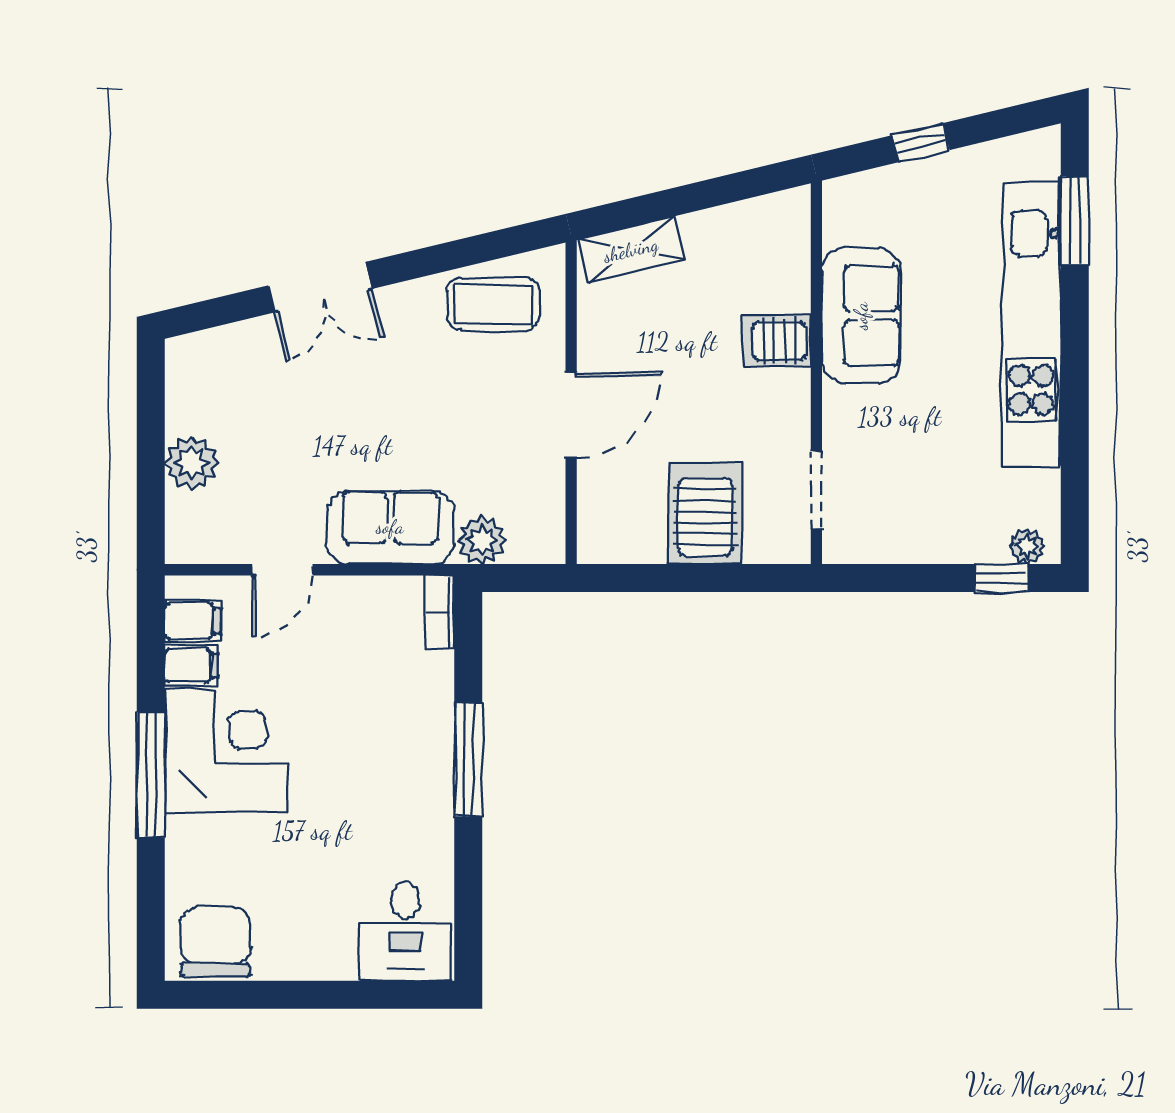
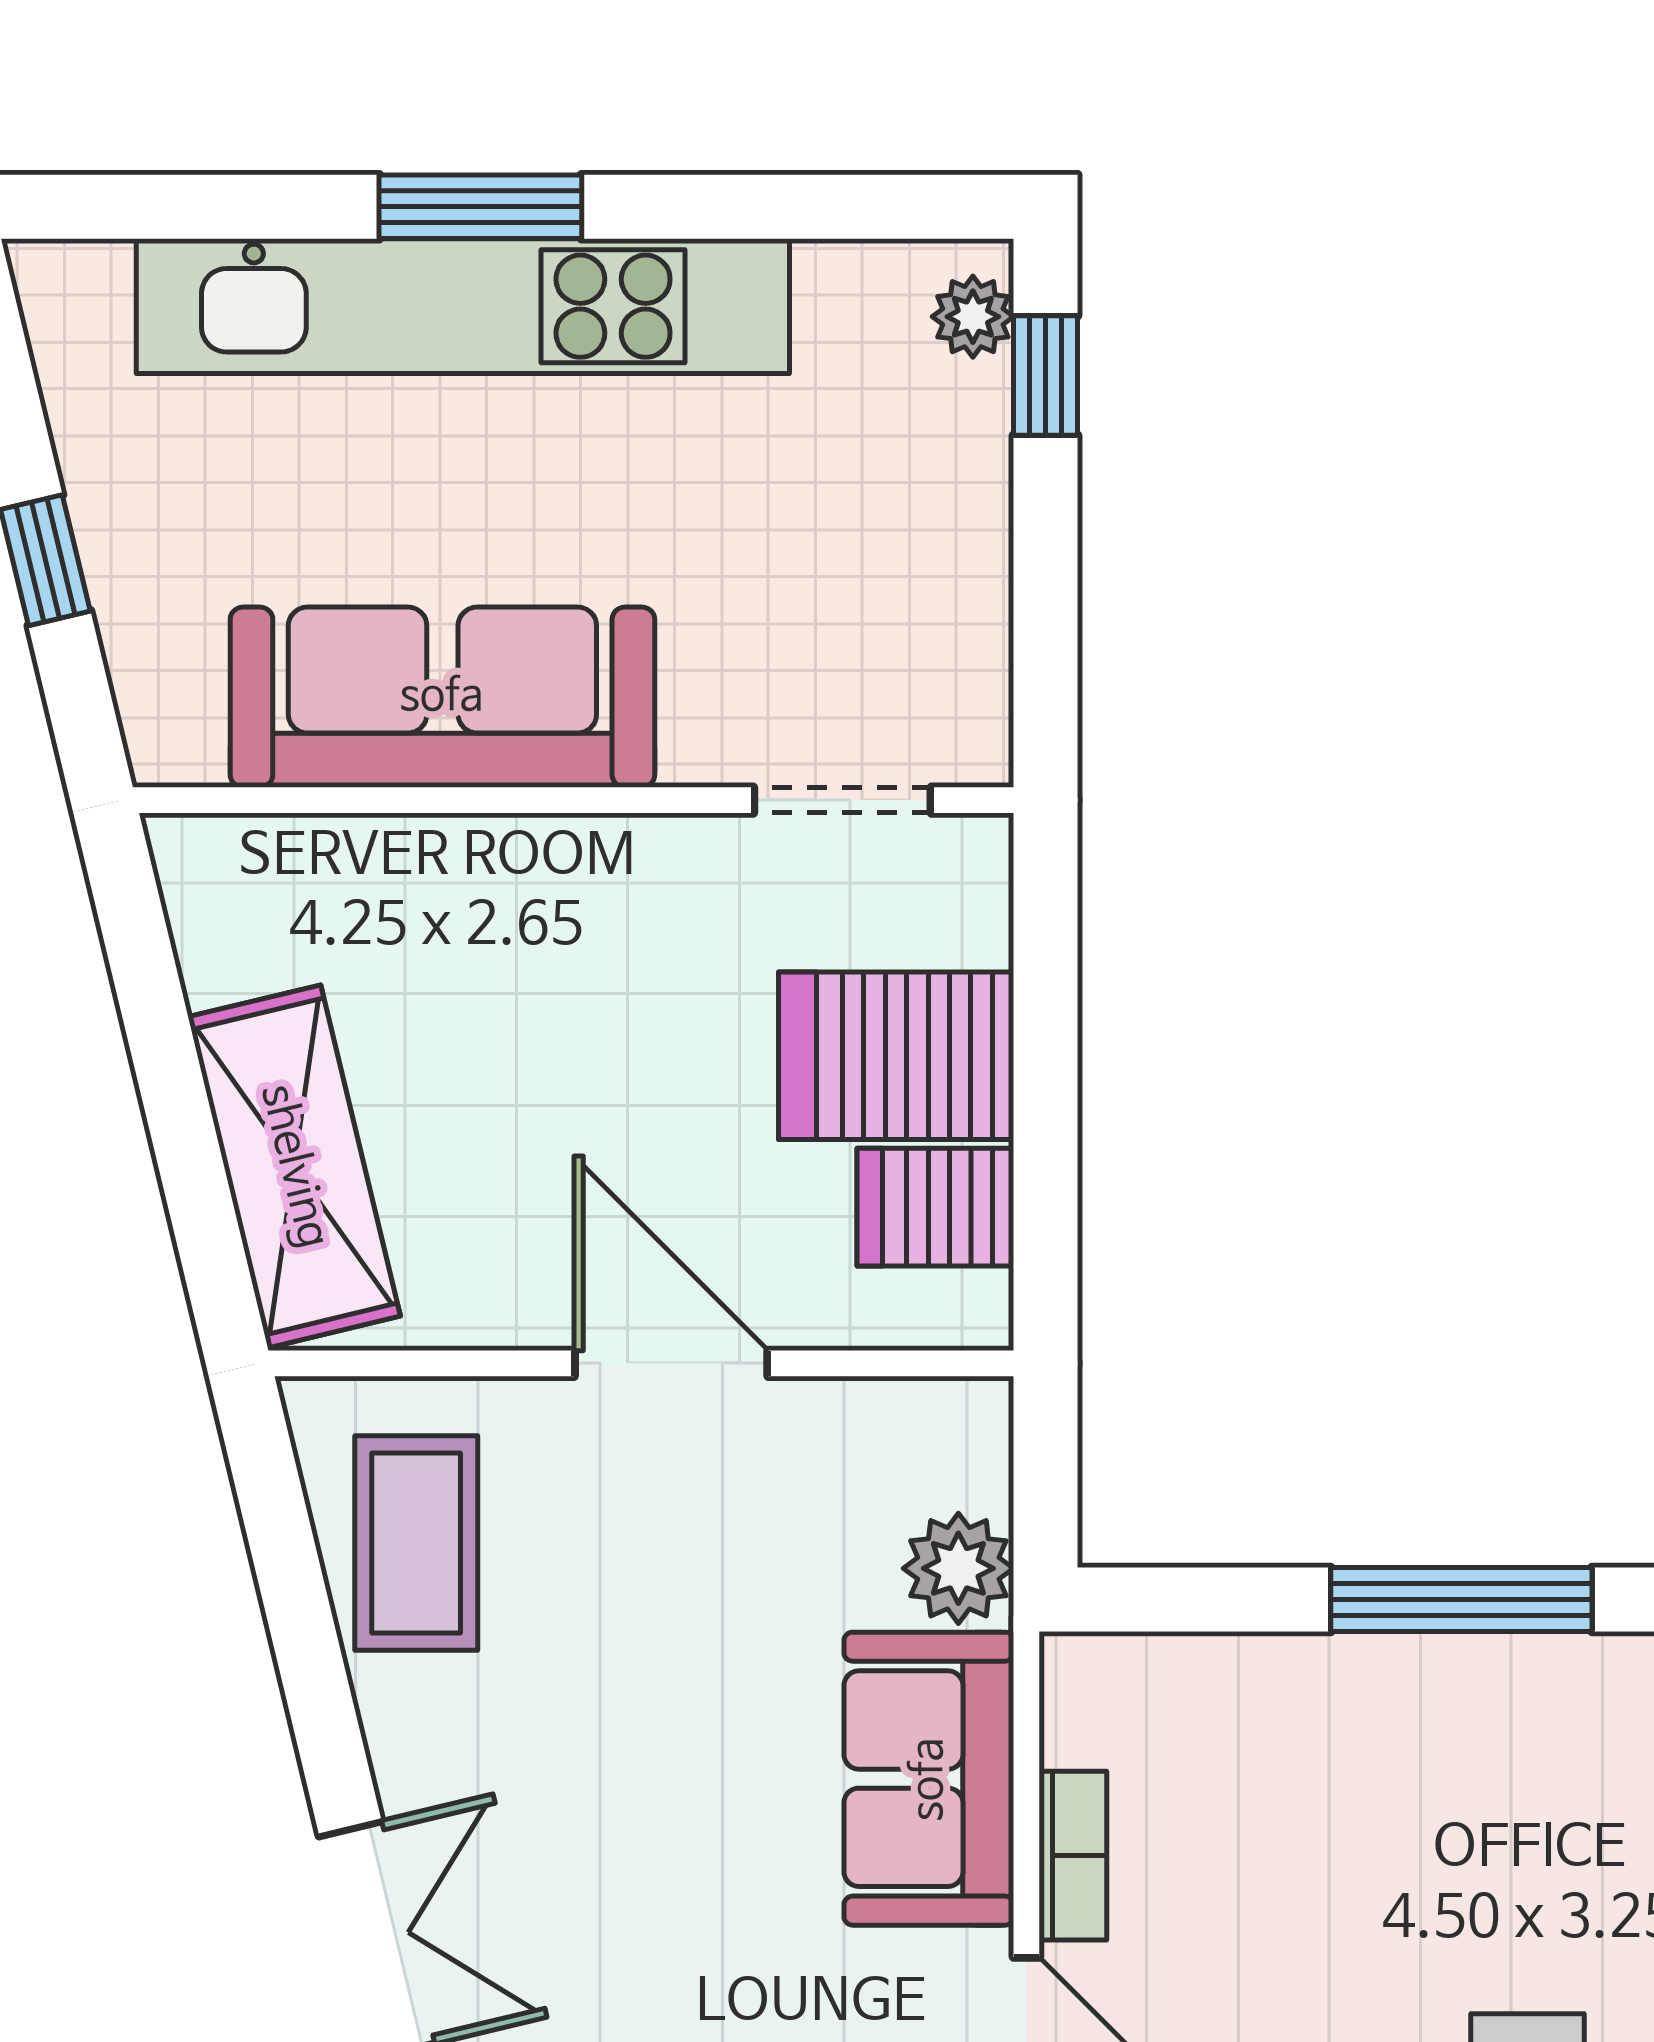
window: (1075, 220) -> (480, 207), moved
shelving: (631, 250) -> (294, 1166), width x1.50, depth x1.33
sofa: (861, 316) -> (442, 697), width x1.36
server rack: (777, 341) -> (935, 1207), moved, turned 90
bookcase: (440, 612) -> (1073, 1856), moved, turned -90

